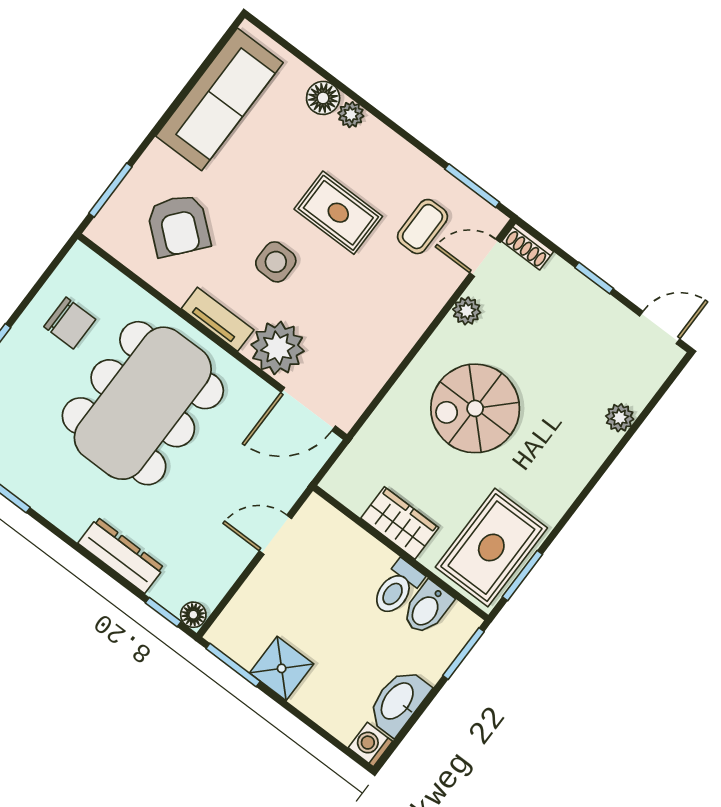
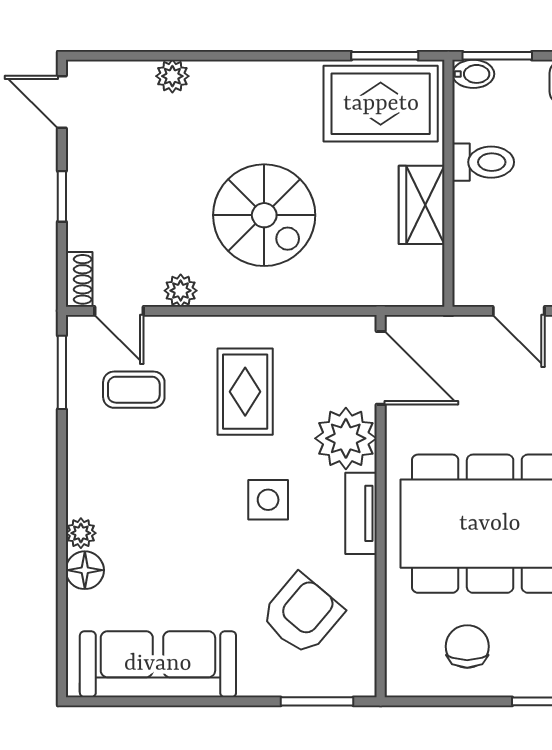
rug: (338, 213) -> (245, 392), moved
bidet: (427, 608) -> (473, 74), moved, width x0.72, depth x0.74

